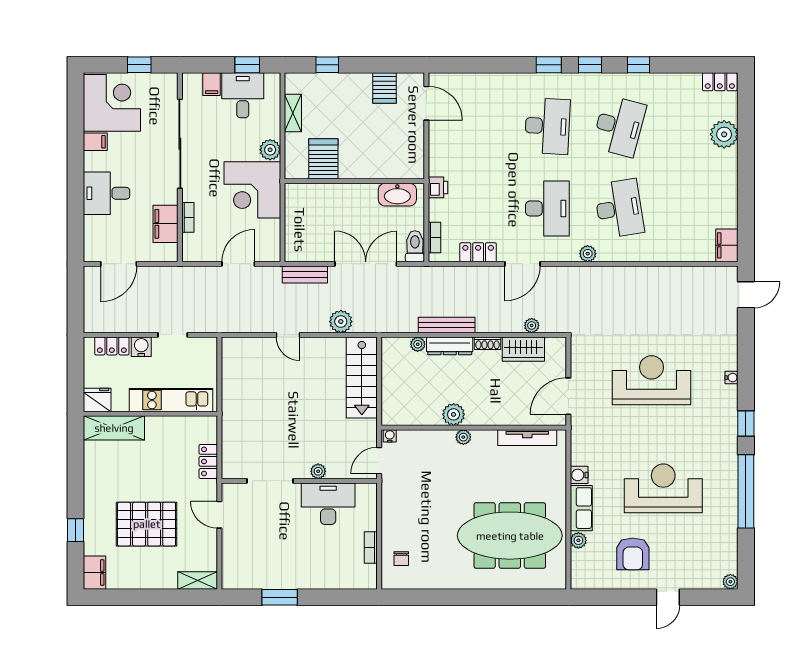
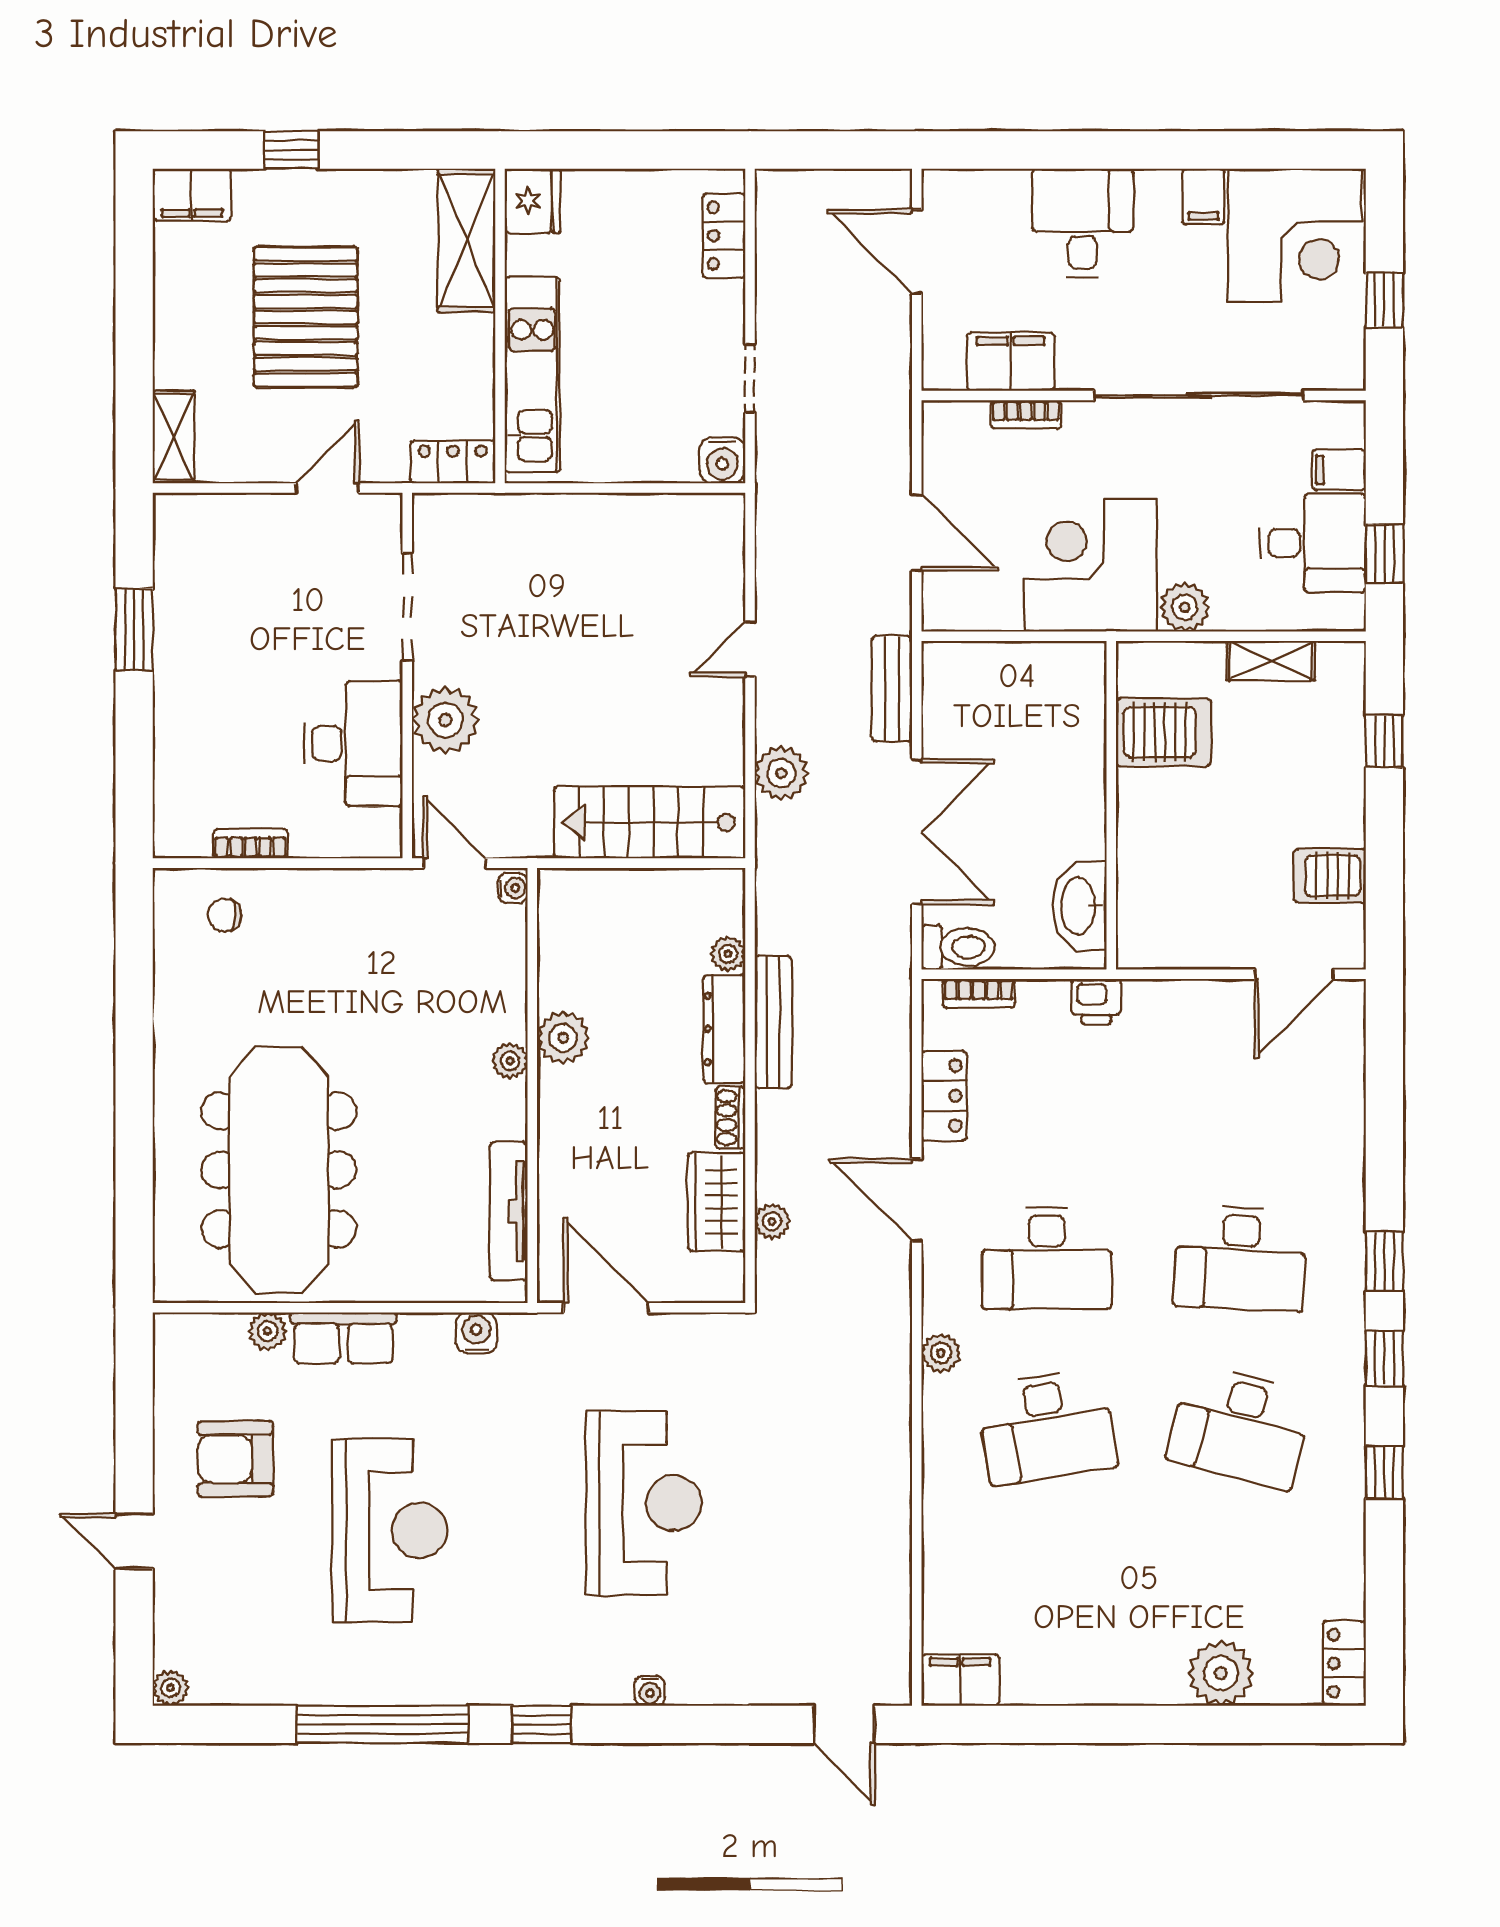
water cooler: (141, 347) -> (722, 460), moved, turned 90
fridge: (97, 400) -> (532, 201), moved
kitchen unit: (171, 400) -> (532, 375), moved
wall: (150, 414) -> (500, 326), moved
shelving: (114, 428) -> (467, 240), moved
plant: (318, 471) -> (445, 720), width x1.88, depth x1.88
water cooler: (579, 475) -> (476, 1333), moved

